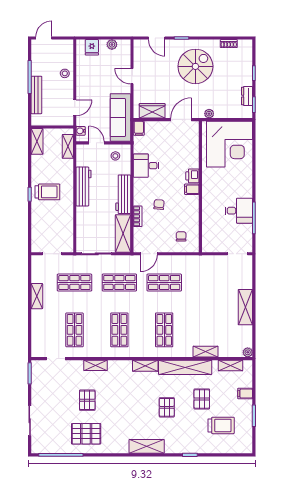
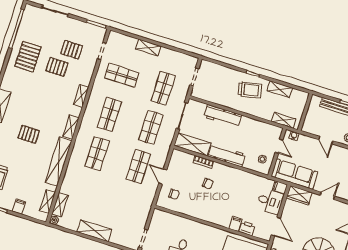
door: (75, 108) -> (326, 140), moved
wardrobe: (152, 111) -> (299, 195), moved, turned 90
shelving: (37, 141) -> (280, 89), moved
door: (96, 143) -> (279, 146), hinge flipped
desk: (146, 166) -> (270, 201), moved, turned 90
printer: (192, 176) -> (247, 228), moved
workbench: (84, 187) -> (223, 116), moved
filing cabinet: (192, 189) -> (235, 224), moved
trolley: (47, 192) -> (250, 90), turned -102
door: (149, 254) -> (163, 177), moved
shelving: (37, 296) -> (148, 47), moved
shop shelf: (119, 330) -> (109, 114), turned 90
shop shelf: (164, 330) -> (97, 154), turned 90
shelving: (206, 352) -> (60, 205), moved
shelving: (96, 365) -> (81, 96), moved
pallet: (202, 399) -> (71, 50), moved

